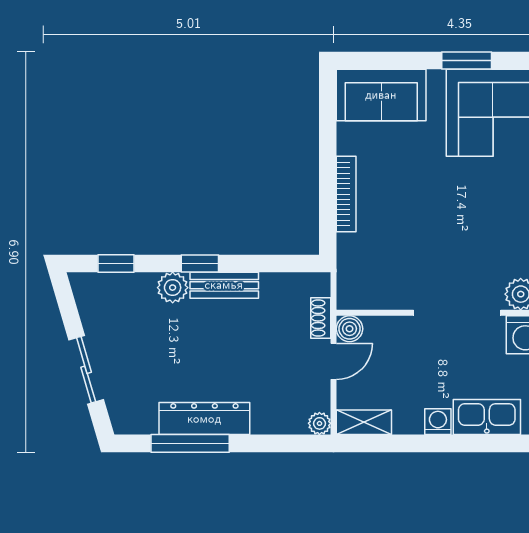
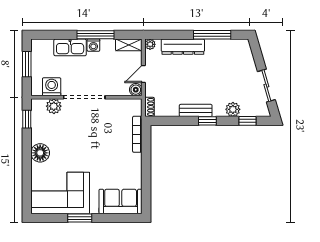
bookcase: (346, 194) -> (137, 134), moved
plant: (173, 288) -> (233, 109), moved
shoe rack: (321, 318) -> (149, 107), moved
sliding door: (86, 370) -> (266, 86), moved
dresser: (204, 419) -> (183, 47), moved
window: (434, 443) -> (95, 35), added

